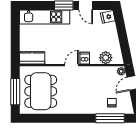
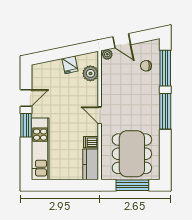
fridge: (108, 17) -> (70, 65), moved
dishwasher: (85, 58) -> (91, 142), moved
dining table: (41, 91) -> (132, 154), turned 90
window: (75, 118) -> (165, 111), added

